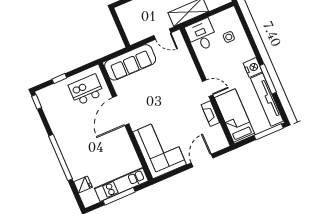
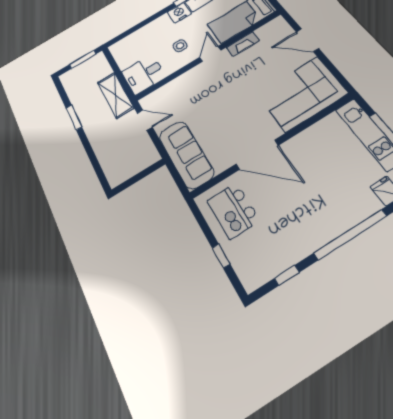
door: (162, 34) -> (145, 120), hinge flipped
side table: (229, 37) -> (180, 46), moved
window: (37, 102) -> (287, 275), moved

